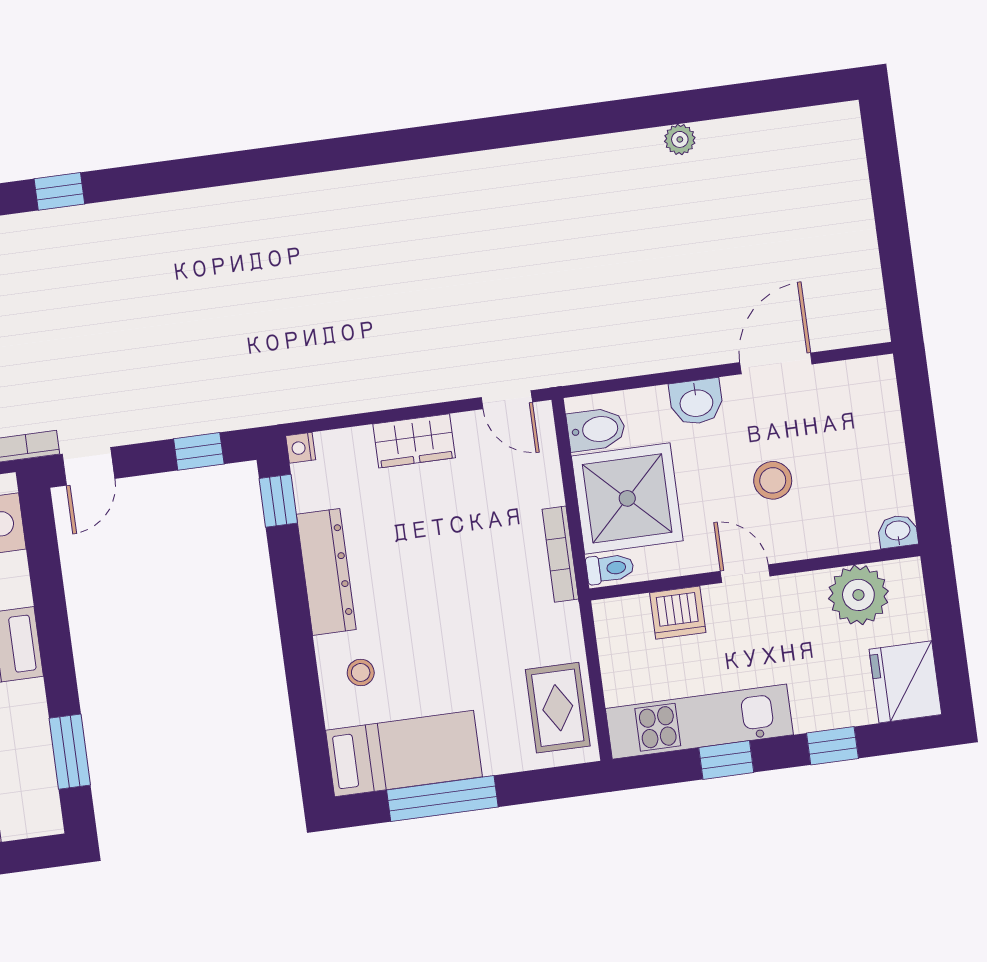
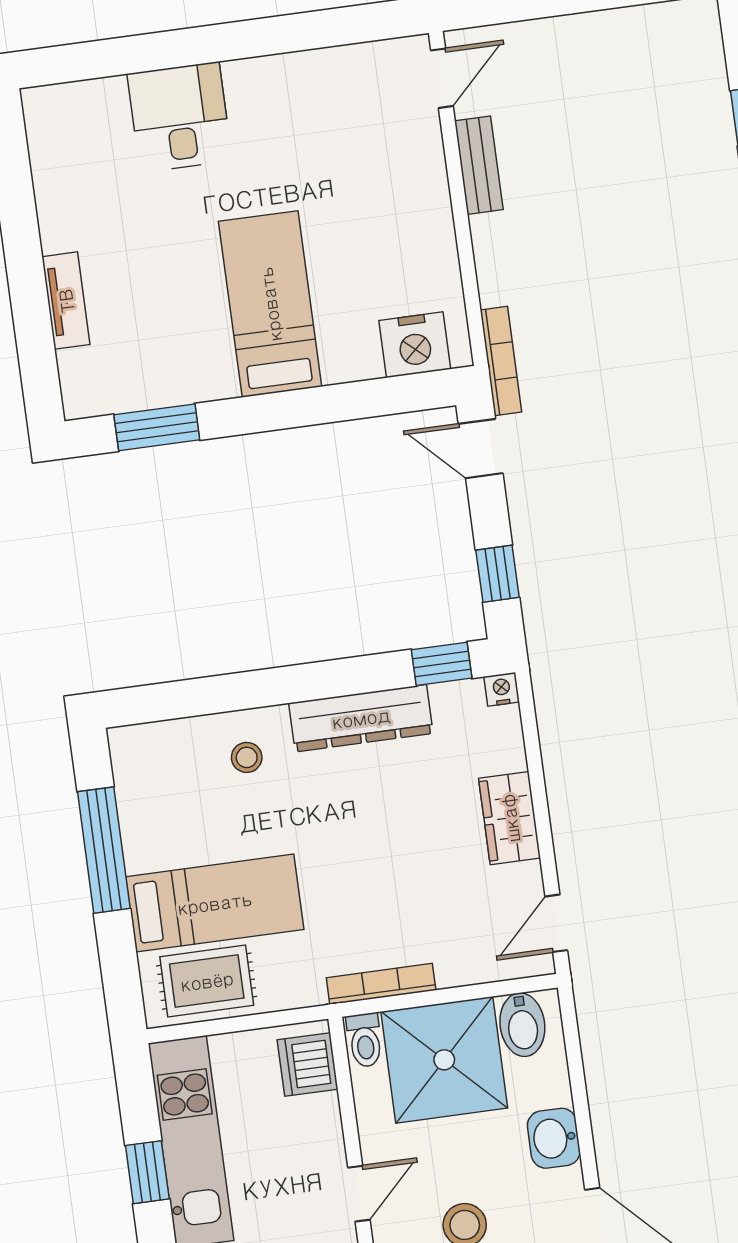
dishwasher: (678, 613) -> (308, 1065), moved
bed: (404, 754) -> (215, 903), moved, turned -90

